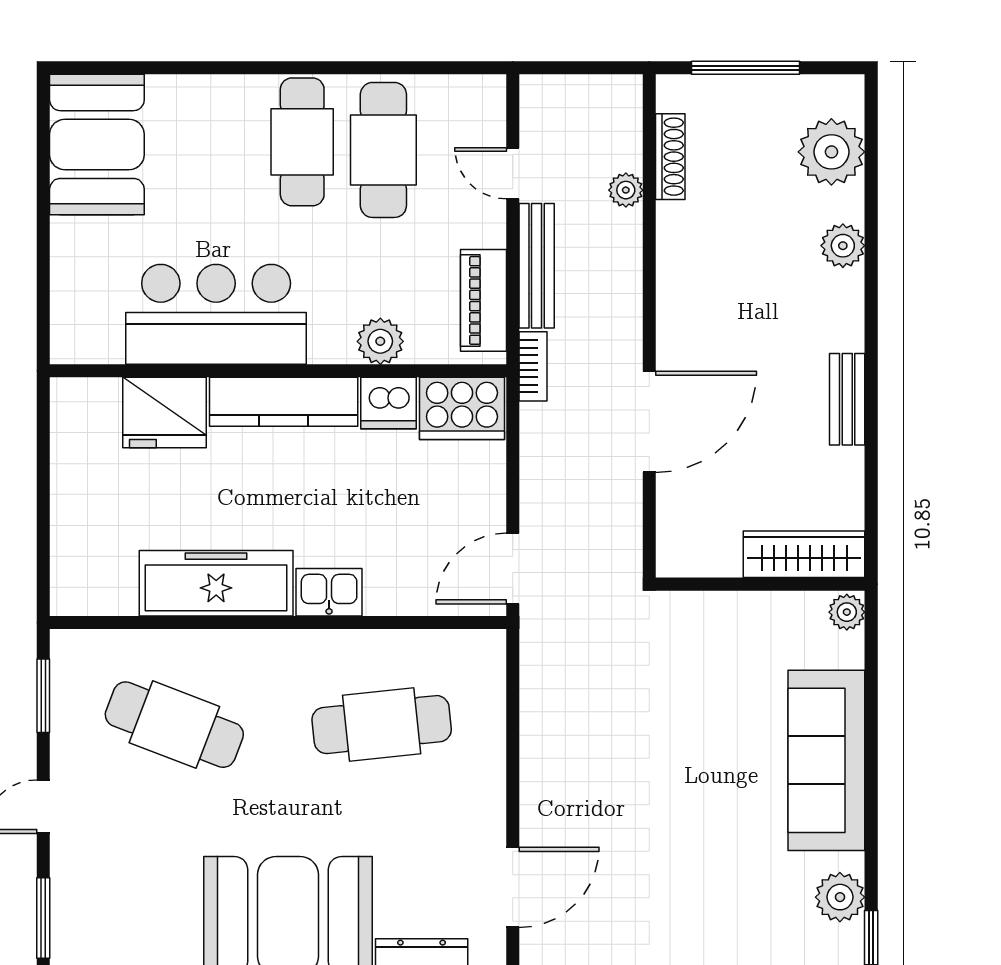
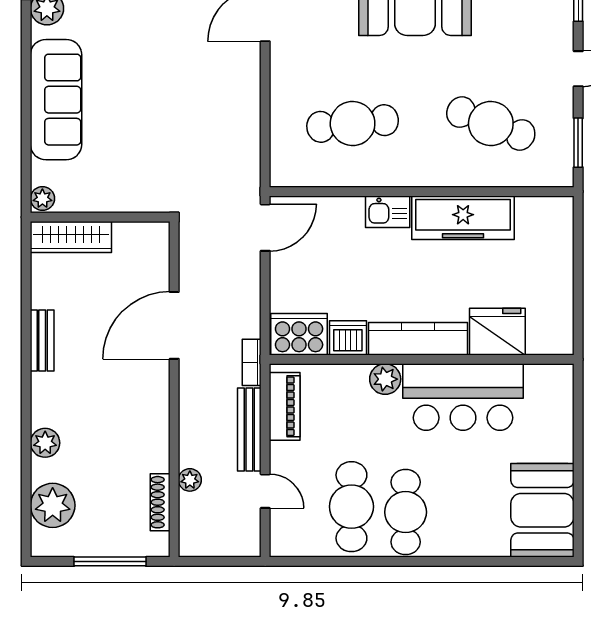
plant: (380, 341) -> (385, 379), moved

